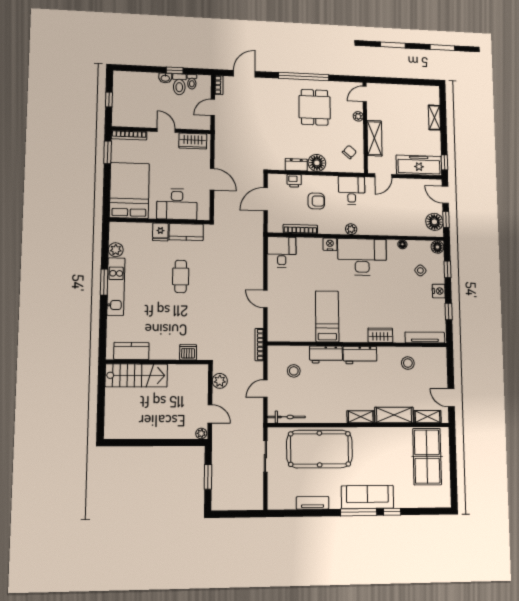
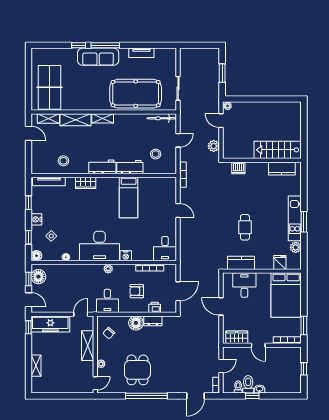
desk: (177, 204) -> (244, 285), width x0.73
fridge: (160, 232) -> (280, 262), moved

